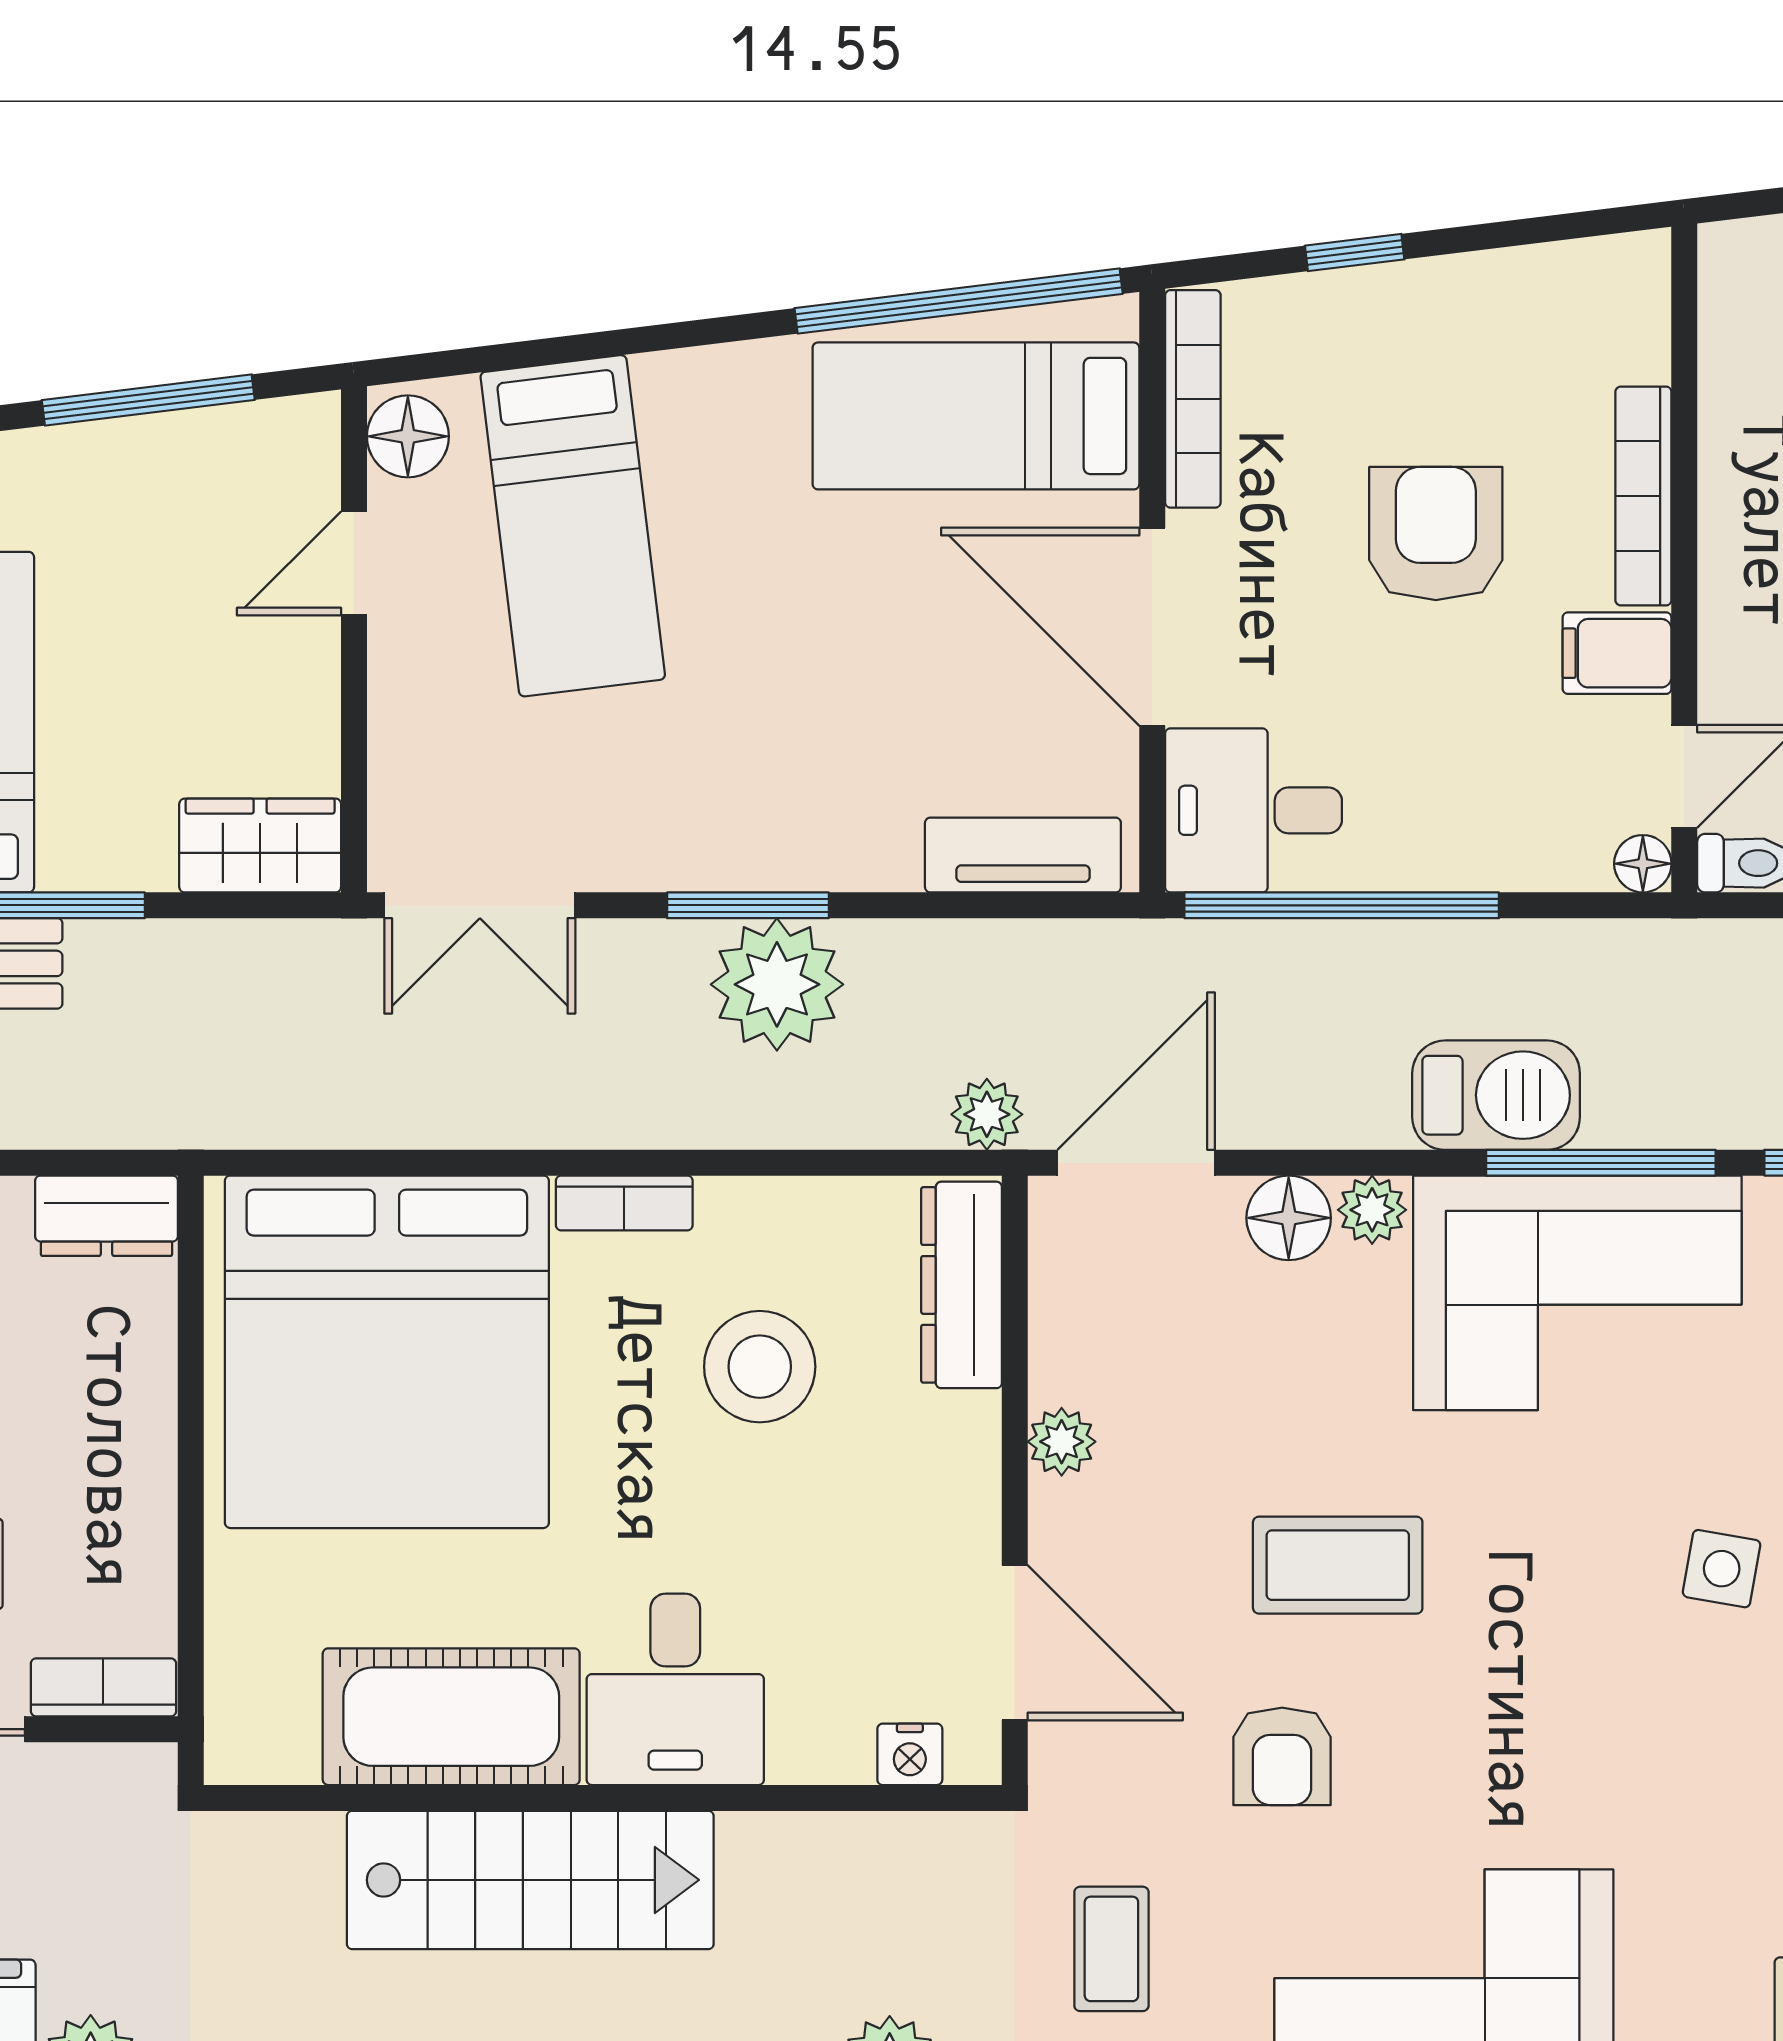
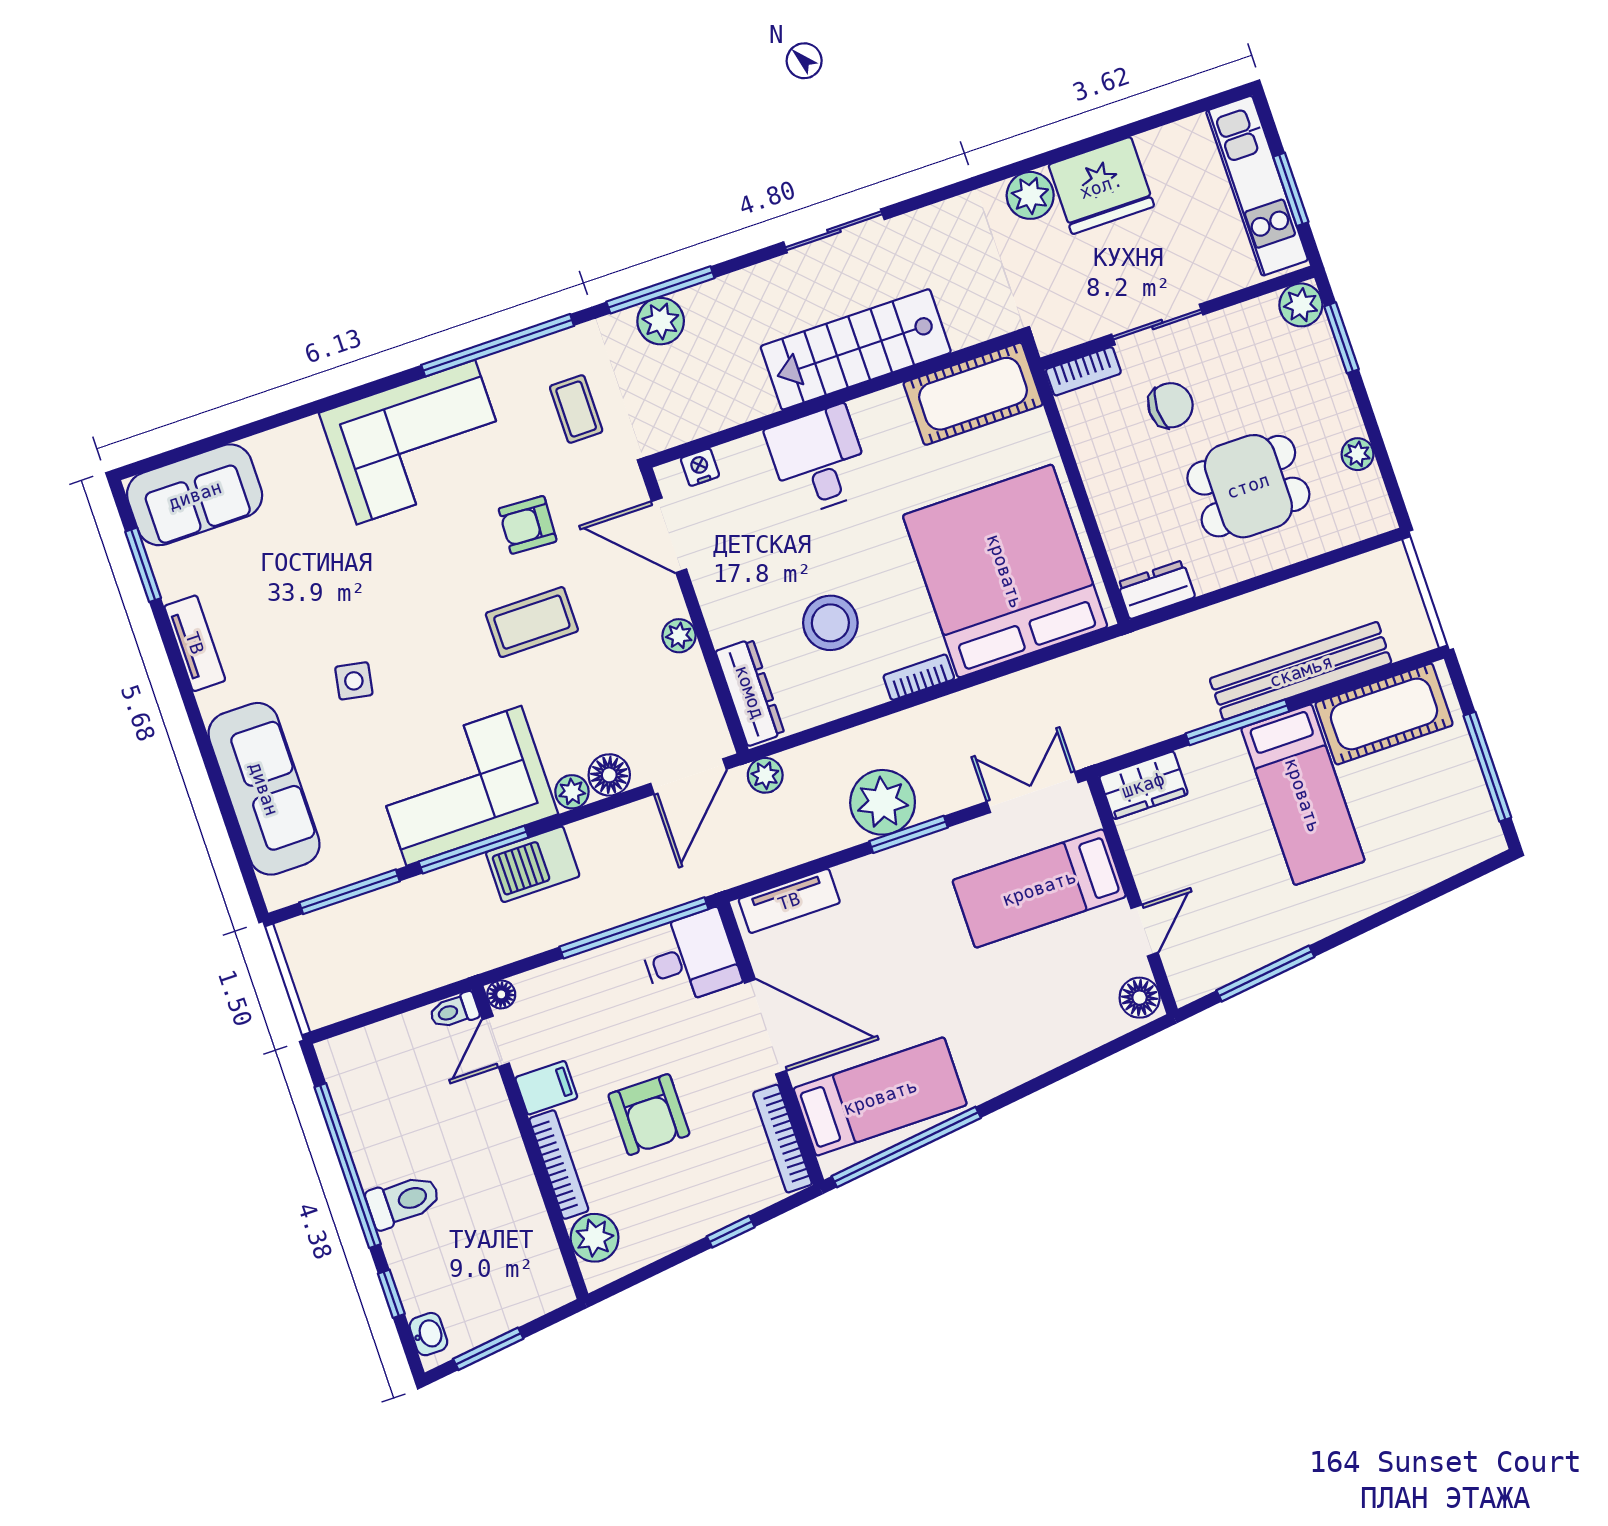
plant: (1622, 331) -> (595, 1238), added
bed: (573, 526) -> (1039, 888), moved, turned -83
cot: (451, 1717) -> (973, 394), moved
armchair: (1282, 1756) -> (528, 525), turned -87

